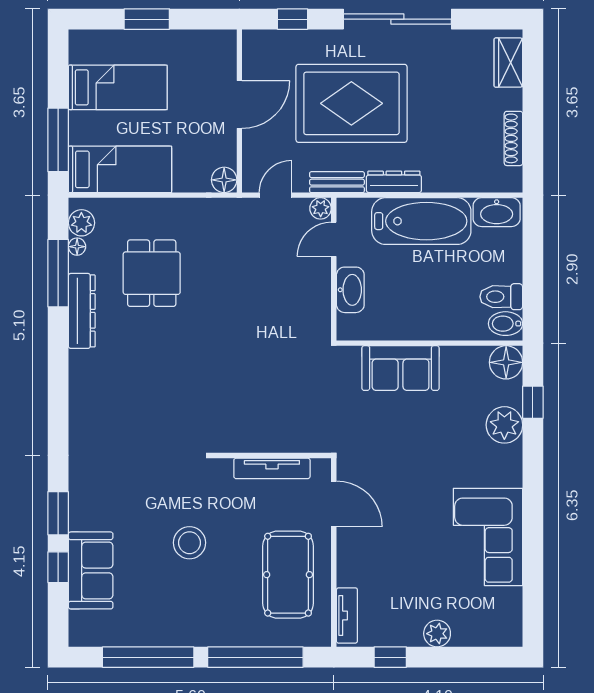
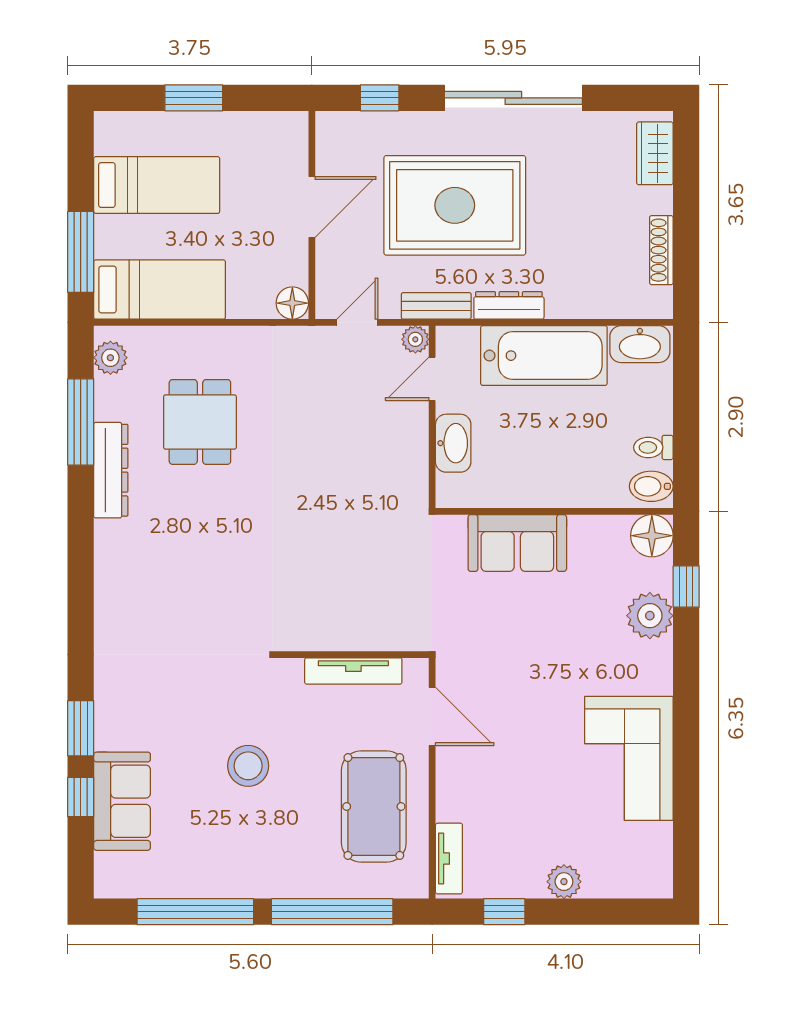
floor lamp: (77, 247) -> (105, 388), removed
toilet: (501, 297) -> (653, 447), width x0.73, depth x0.72

